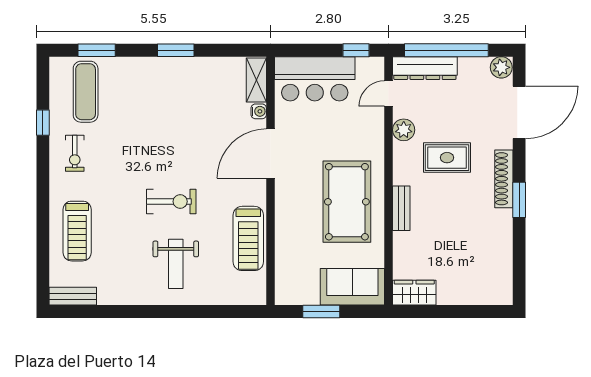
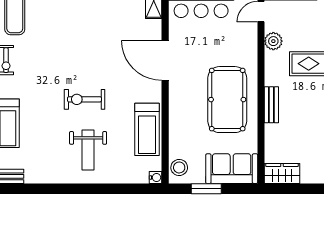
water cooler: (259, 111) -> (156, 178), moved
door: (270, 154) -> (165, 60), hinge flipped
exercise bike: (171, 201) -> (84, 99), turned 180
stool: (288, 285) -> (179, 167), added

